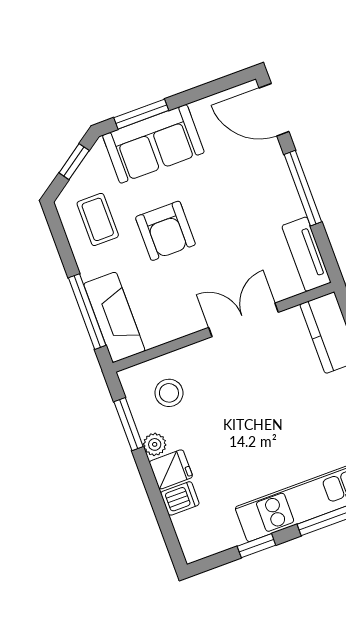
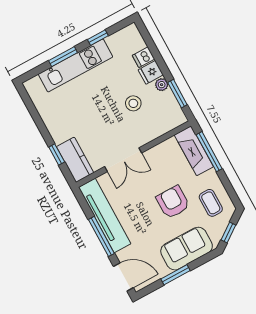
window: (141, 114) -> (176, 275), moved
tv unit: (306, 254) -> (105, 215), width x1.92, depth x1.29
stool: (169, 393) -> (133, 103), moved

